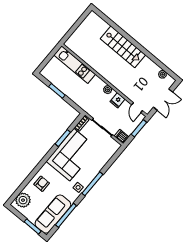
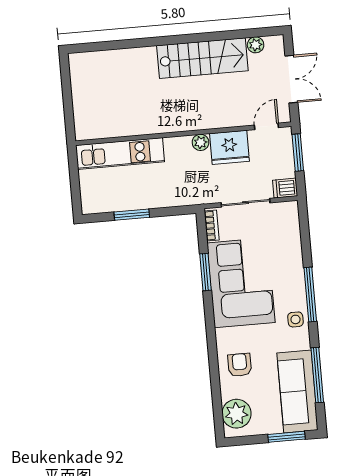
stairs: (123, 47) -> (202, 58), moved
fridge: (118, 100) -> (229, 147), width x1.88, depth x1.34
door: (137, 108) -> (266, 126), swing flipped

